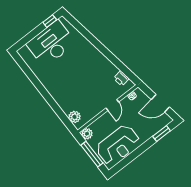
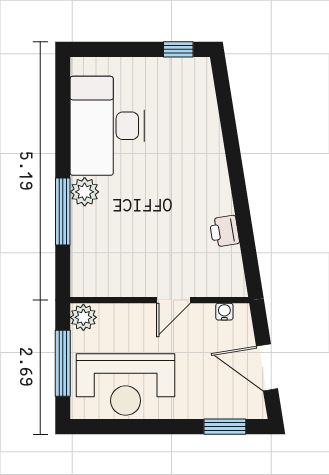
desk: (51, 44) -> (107, 126), moved, turned -90
printer: (121, 78) -> (224, 231), moved
window: (53, 104) -> (63, 212), added
plant: (75, 117) -> (85, 192), moved

